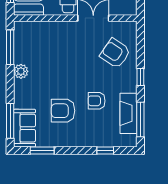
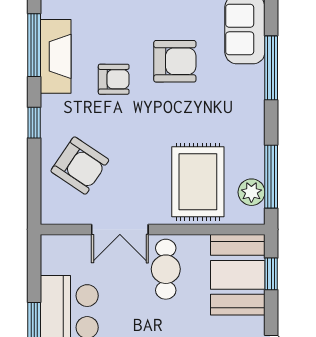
rug: (50, 44) -> (198, 182), added
plant: (21, 71) -> (251, 192), moved
window: (10, 121) -> (271, 68), moved

